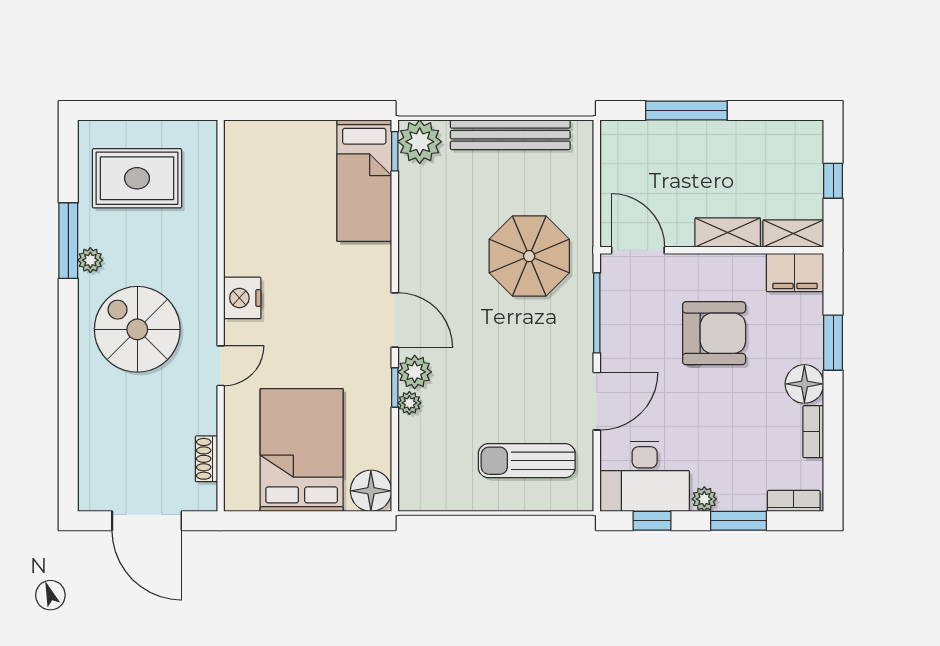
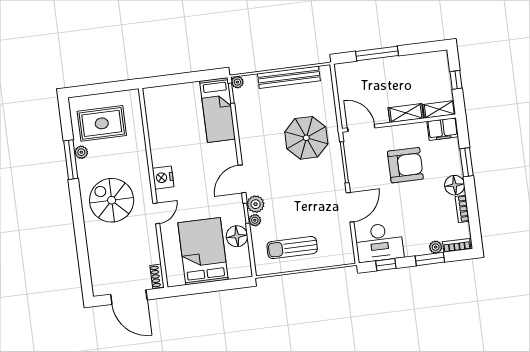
plant: (420, 142) -> (237, 82), width x0.53, depth x0.53
plant: (90, 260) -> (81, 152), moved
door: (395, 320) -> (242, 179), swing flipped
shoe rack: (206, 459) -> (157, 276), moved
sun lounger: (527, 461) -> (292, 248), moved
floor lamp: (371, 491) -> (237, 236), moved
plant: (704, 499) -> (436, 247), moved

